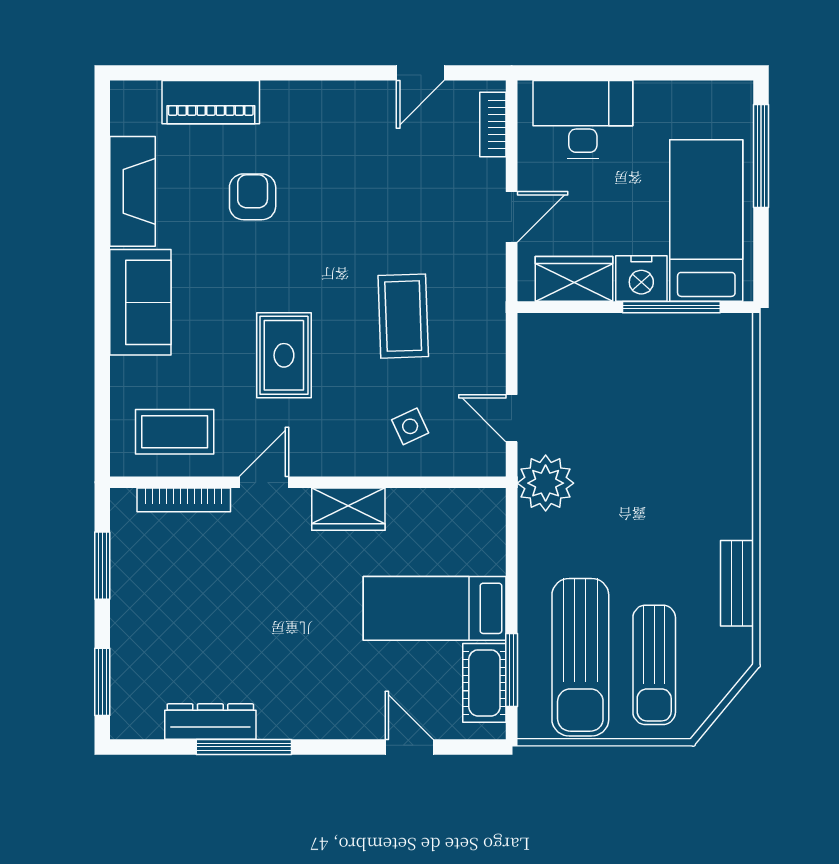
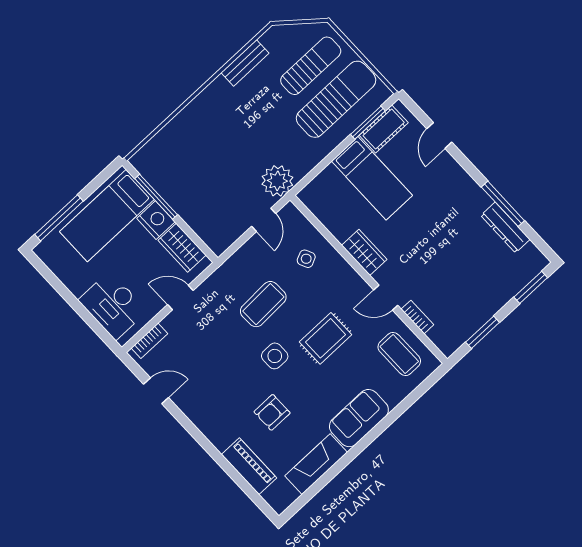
side table: (322, 268) -> (275, 356), added
bookcase: (184, 500) -> (417, 317), width x0.64

